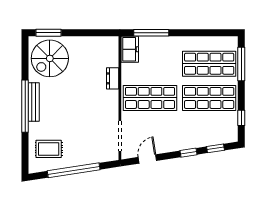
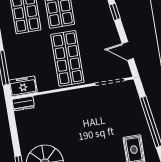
dresser: (113, 78) -> (23, 104), moved

